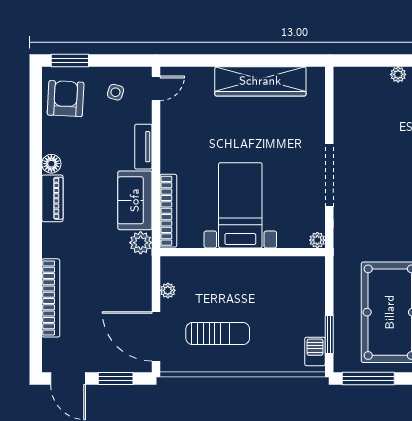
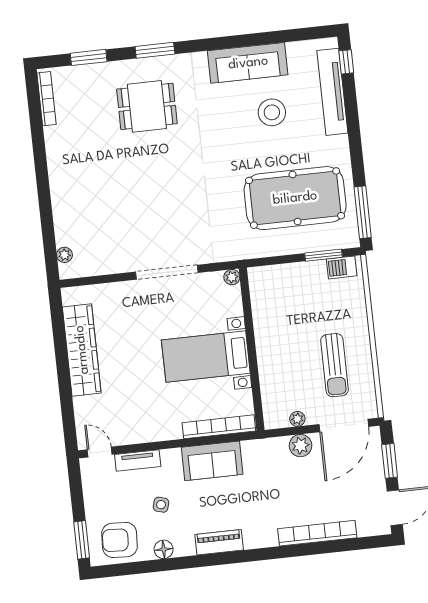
plant: (398, 74) -> (64, 255), moved
side table: (116, 92) -> (161, 505), moved
tv unit: (143, 147) -> (138, 461), moved
floor lamp: (51, 164) -> (164, 549), moved
plant: (141, 243) -> (301, 446), moved
sun lounger: (218, 334) -> (334, 365), turned 180

